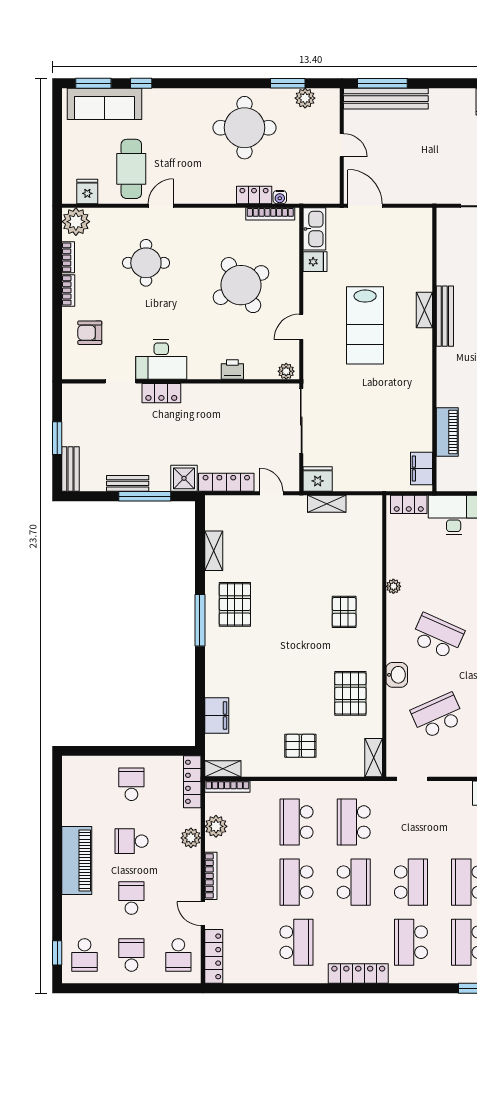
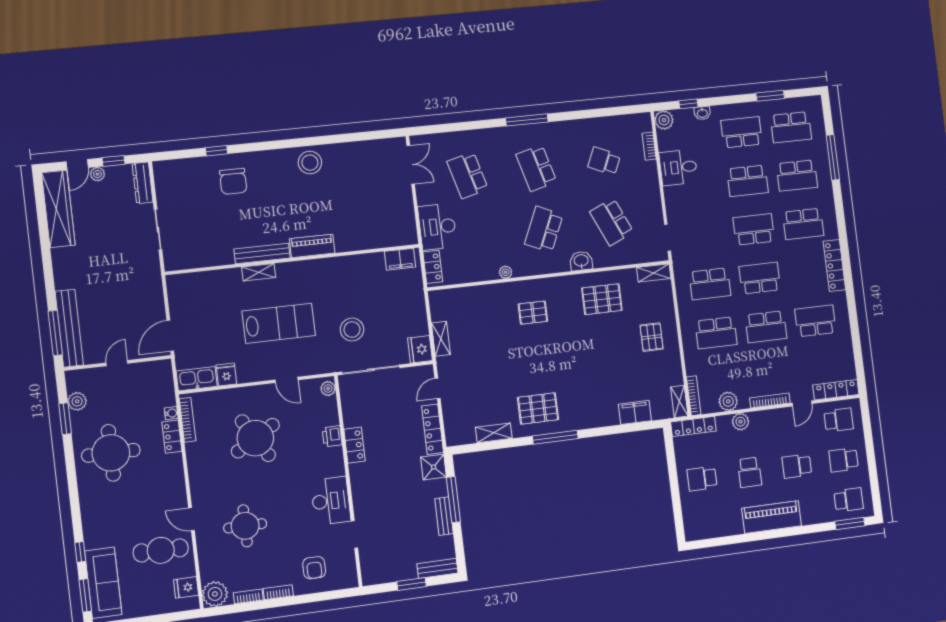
locker: (161, 393) -> (354, 445), moved
stool: (349, 406) -> (352, 329), added
piano: (447, 432) -> (312, 246), moved
window: (57, 953) -> (850, 523), width x1.50

